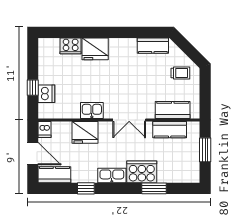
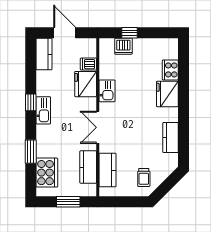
kitchen counter: (153, 46) -> (171, 137), moved
dishwasher: (45, 129) -> (88, 64), moved
door: (33, 154) -> (65, 33), swing flipped
cooker: (142, 172) -> (47, 173), moved
window: (86, 188) -> (31, 102), moved

